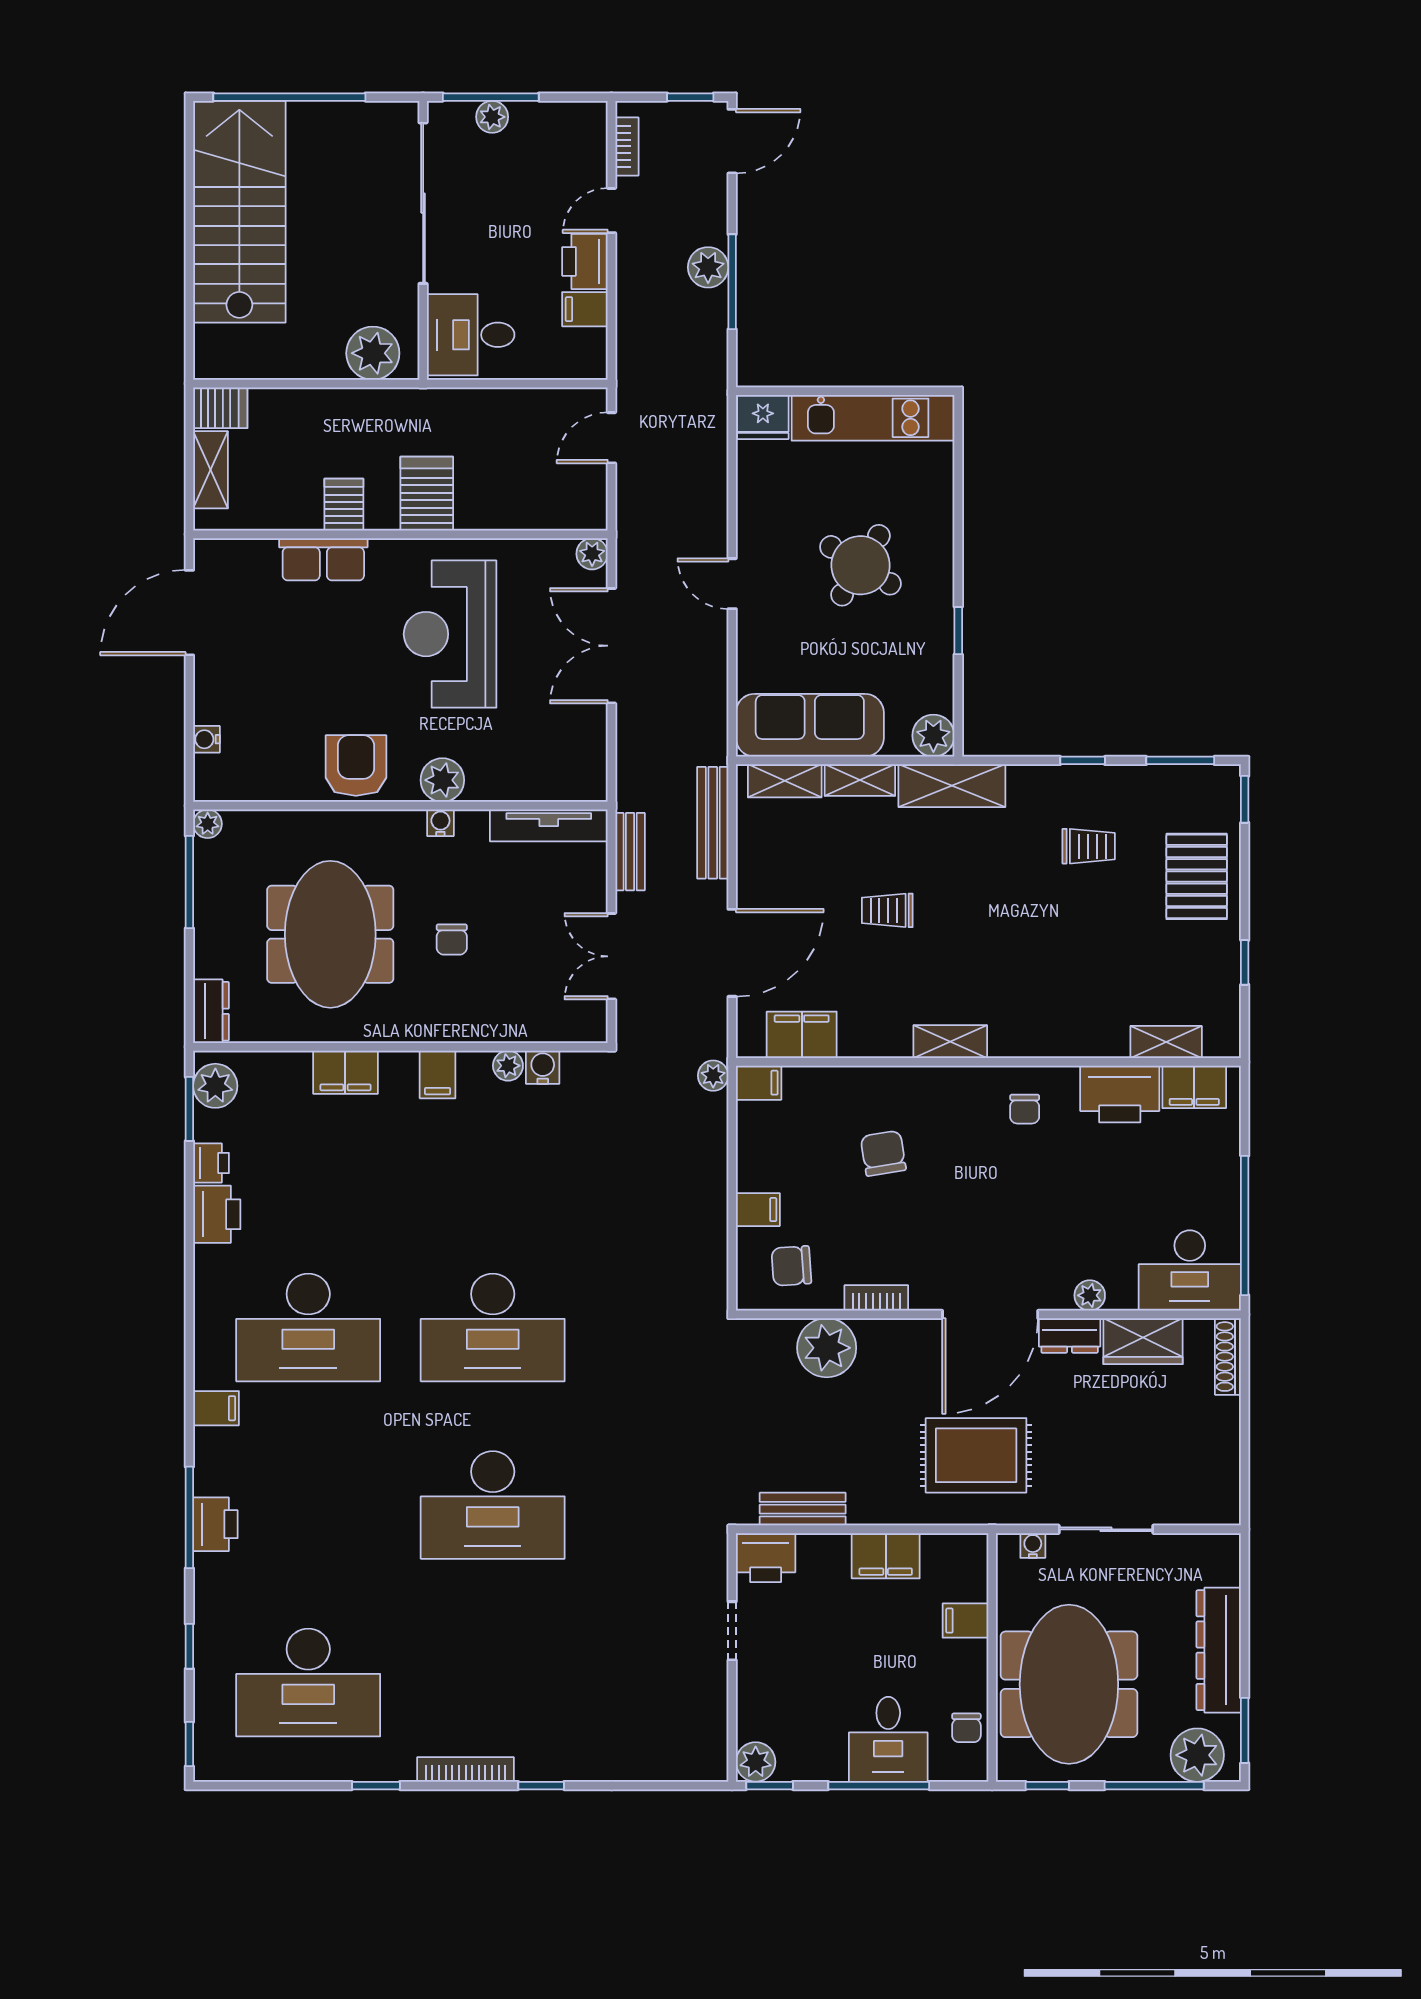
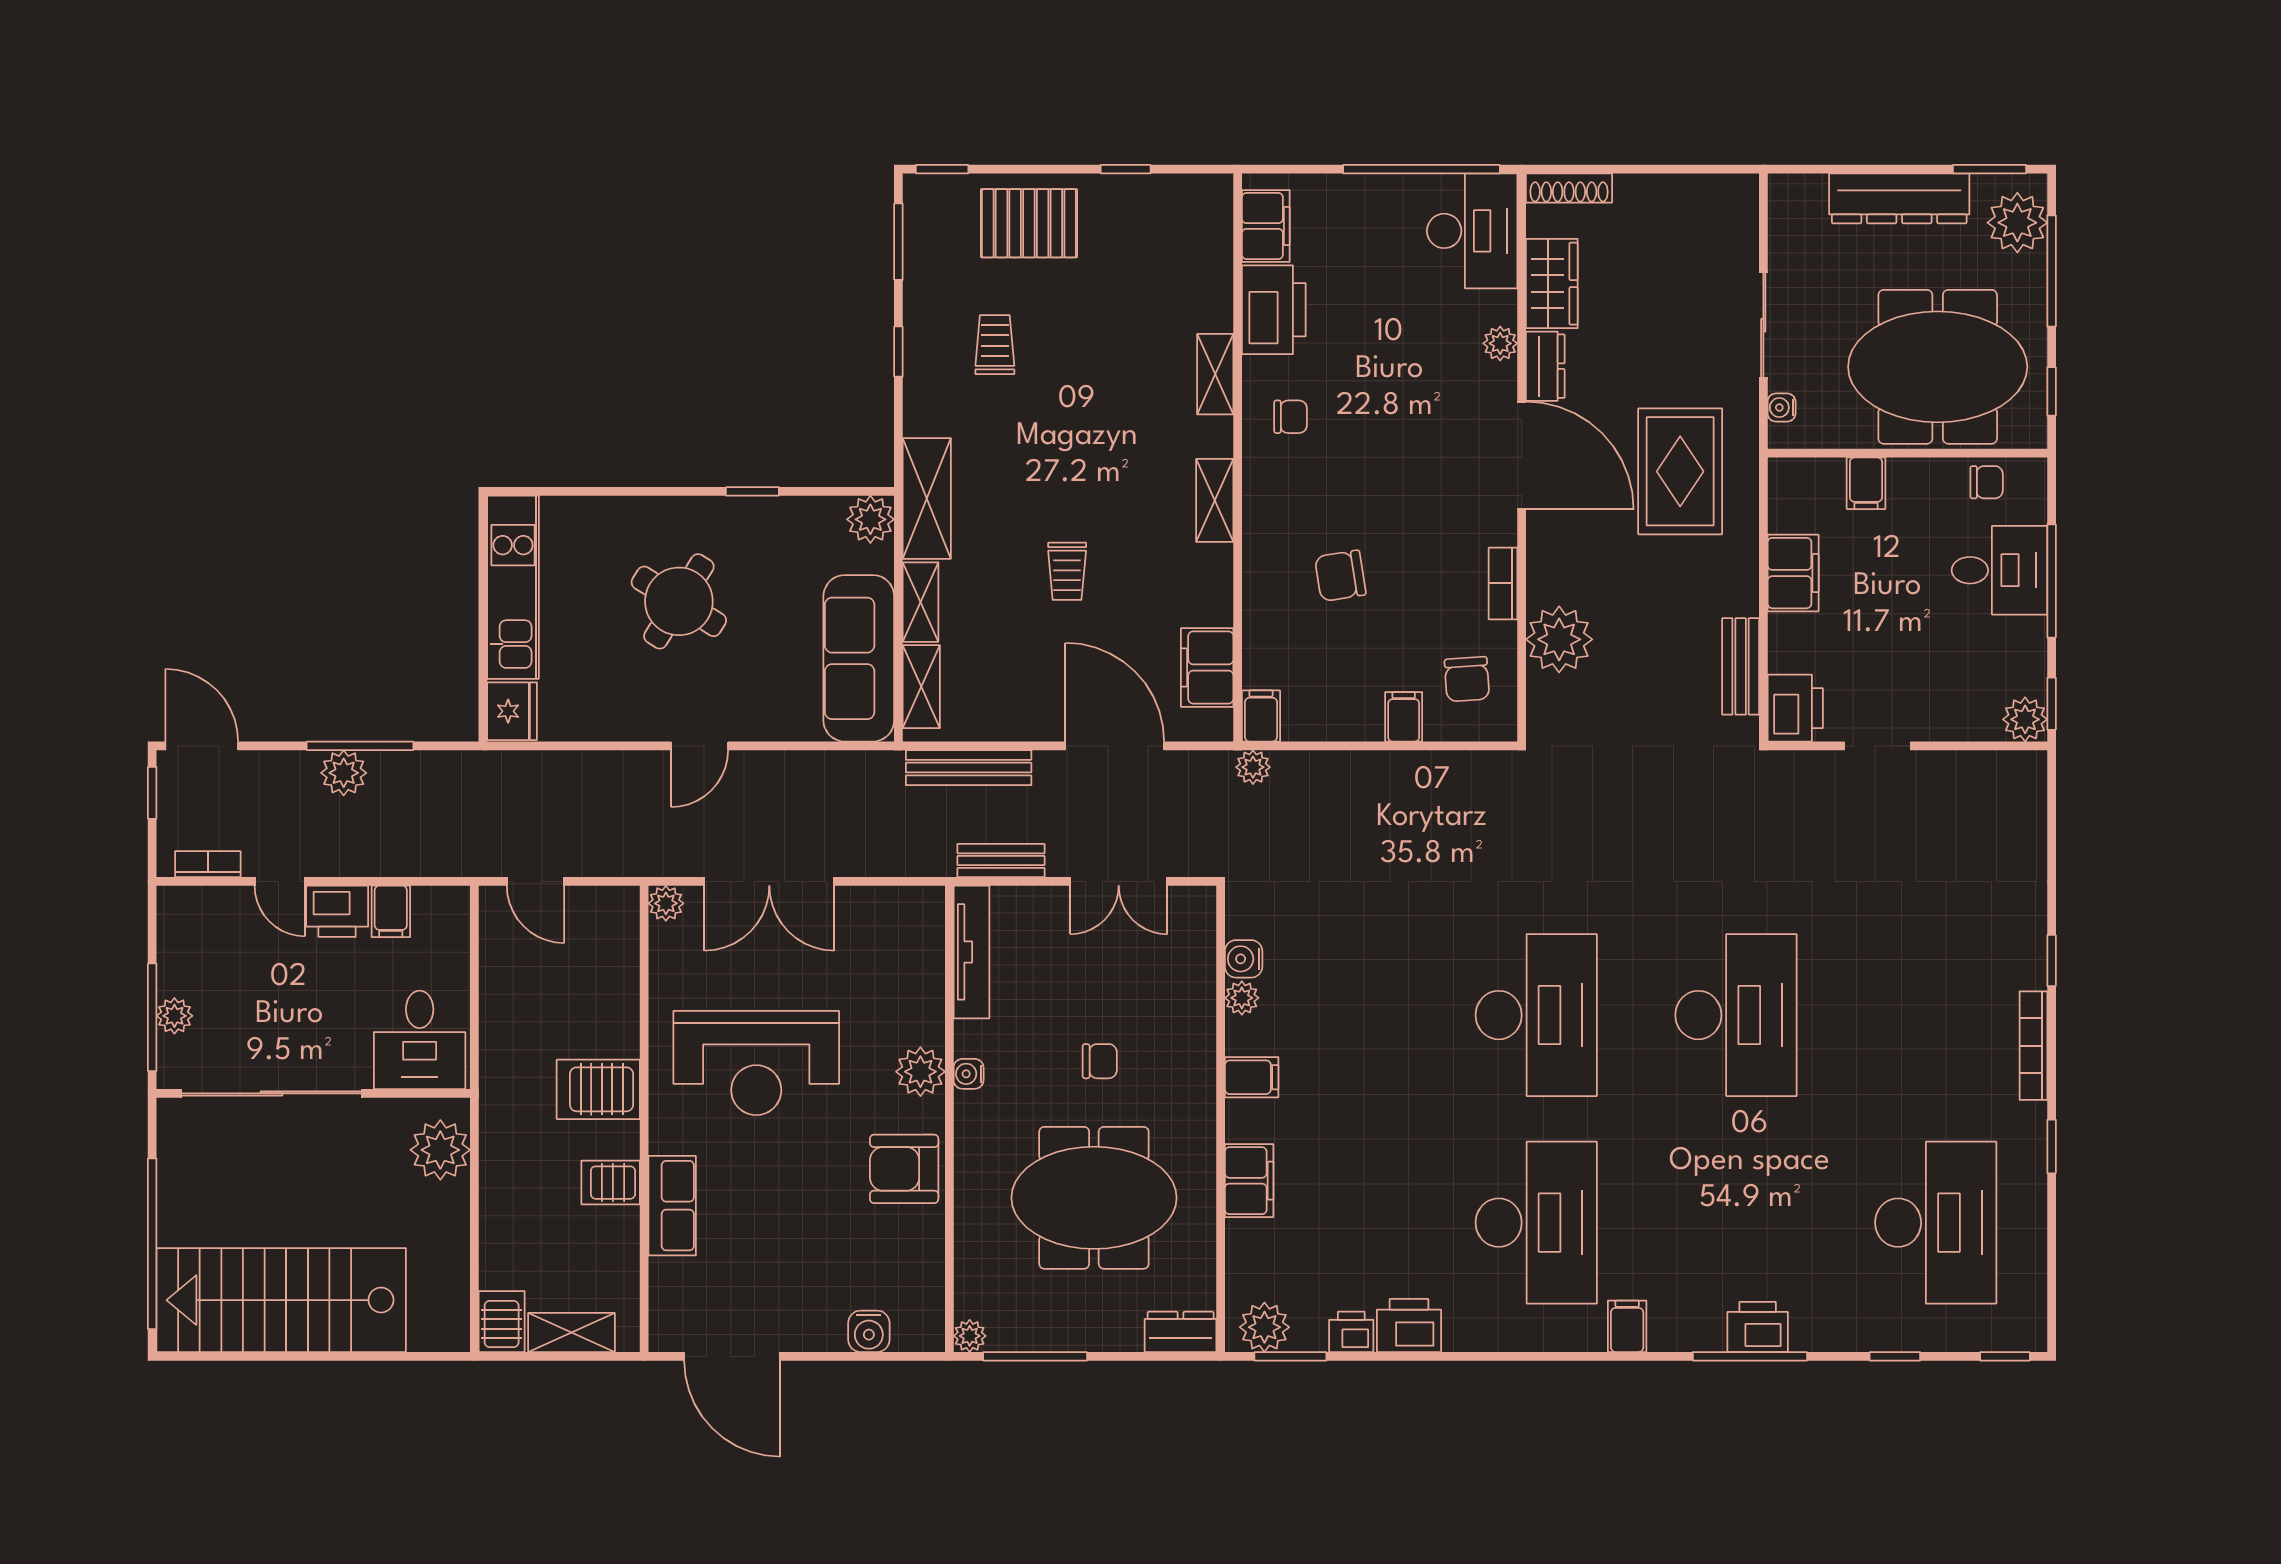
water cooler: (206, 739) -> (869, 1331), width x1.38, depth x1.38
shelving: (1166, 1042) -> (1215, 374), moved

